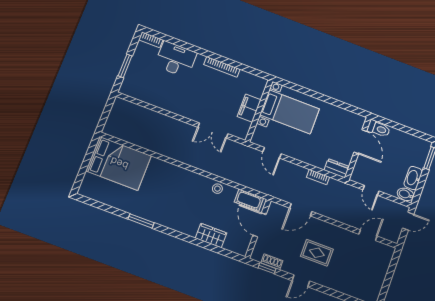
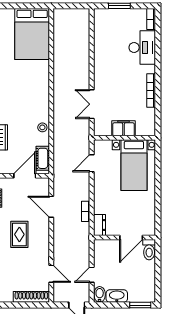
door: (371, 190) -> (92, 275), moved
shoe rack: (384, 264) -> (31, 297), added

